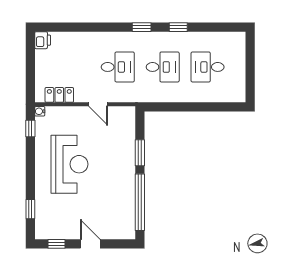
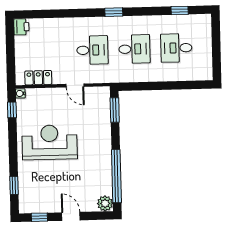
window: (178, 27) -> (180, 10), moved
window: (140, 153) -> (115, 110), moved
reception desk: (69, 164) -> (50, 142), turned -90
plant: (127, 231) -> (105, 203), added

